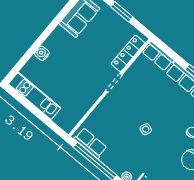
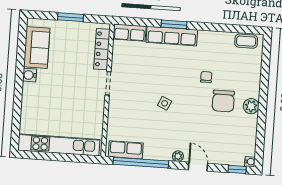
water cooler: (42, 53) -> (30, 75), moved
kitchen unit: (35, 96) -> (59, 145), width x1.36

